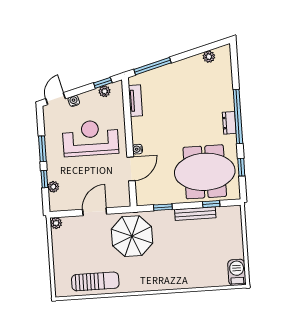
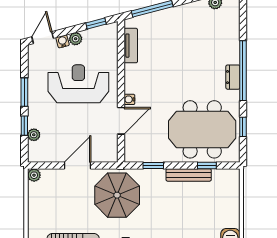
plant: (105, 91) -> (76, 39), moved

